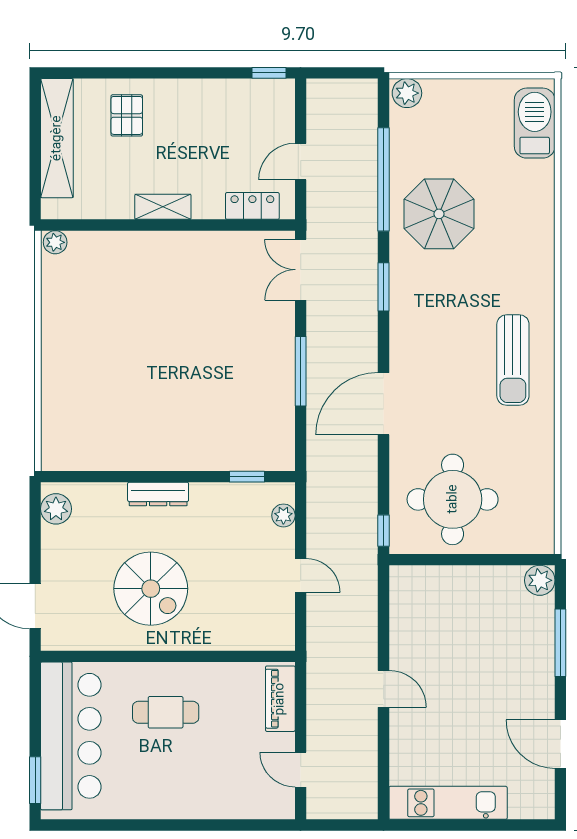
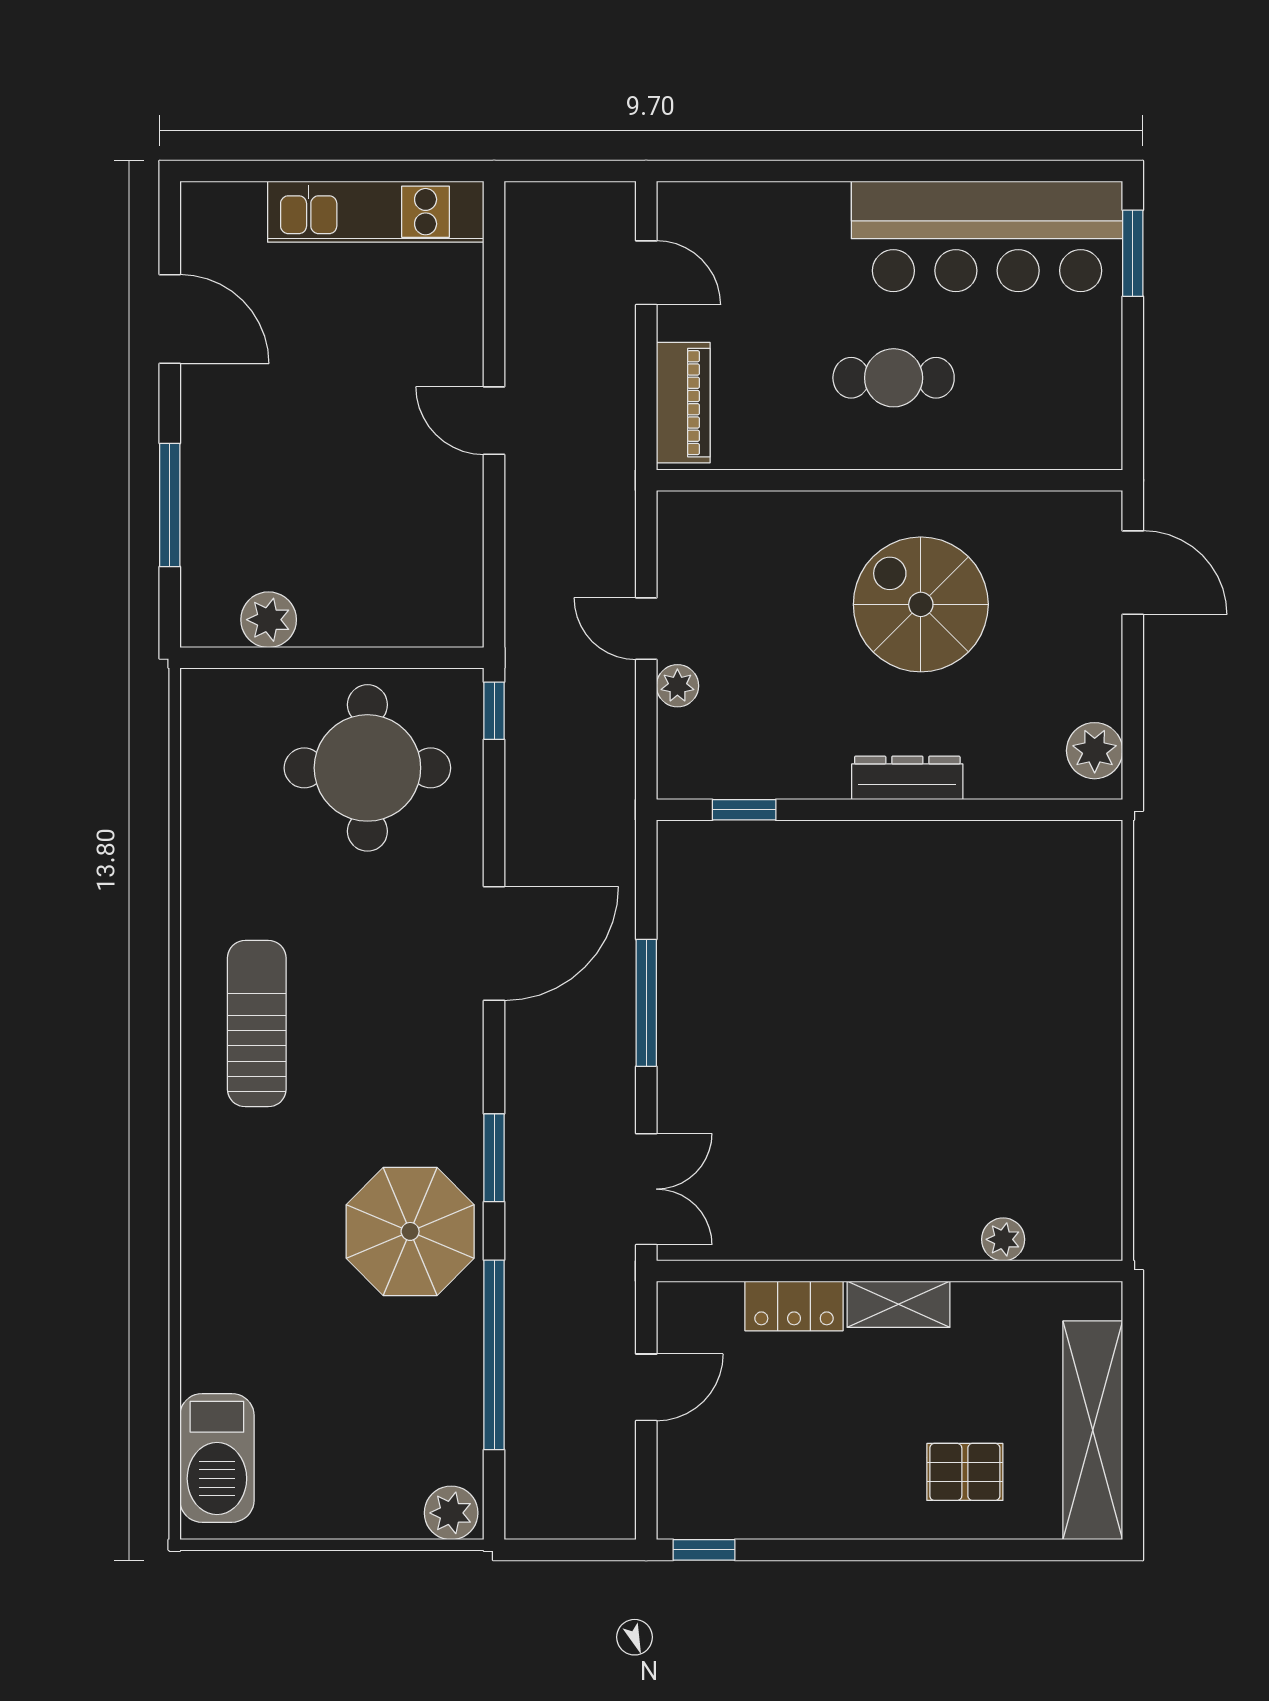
pallet: (127, 115) -> (965, 1472), turned 90
locker: (252, 206) -> (794, 1306), moved
parasol: (439, 214) -> (410, 1231), moved
plant: (55, 242) -> (1003, 1239), moved
plant: (283, 515) -> (677, 686), moved
plant: (540, 580) -> (269, 620), moved
bar counter: (71, 736) -> (987, 236), moved, turned -90

